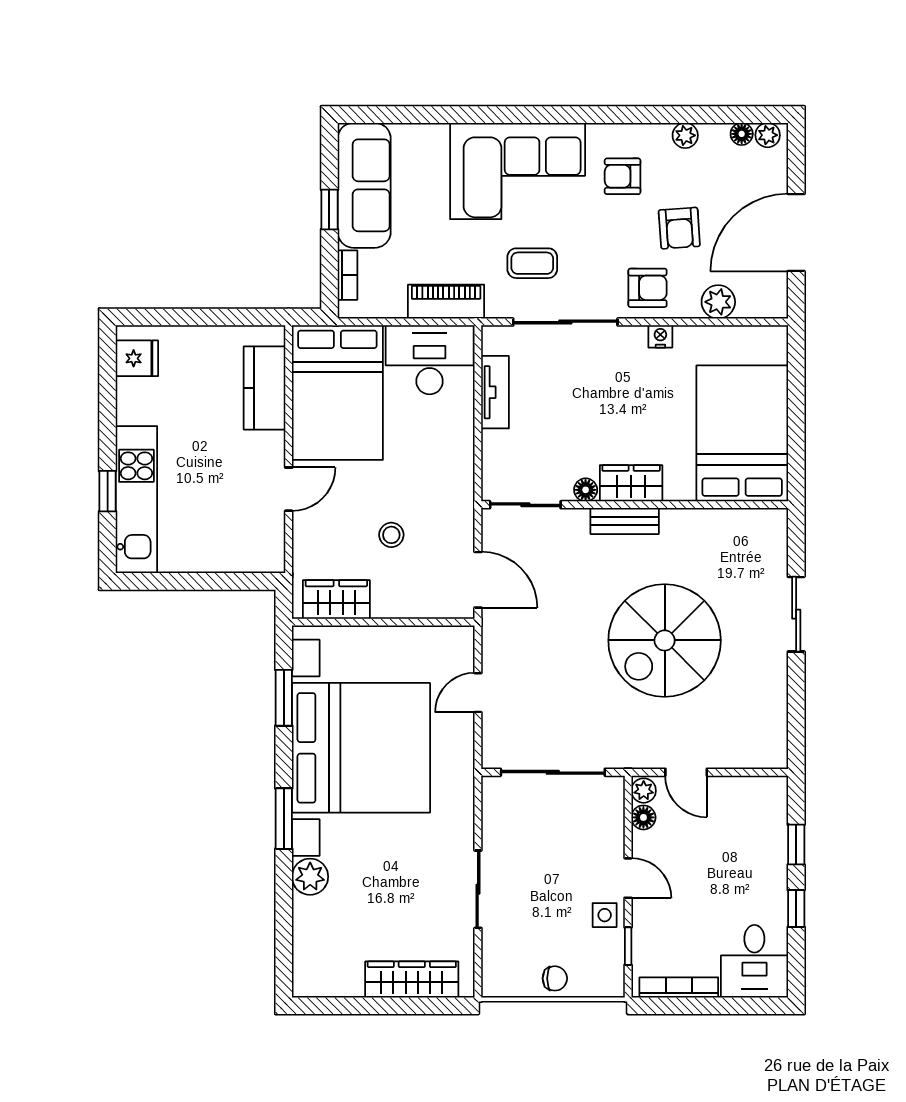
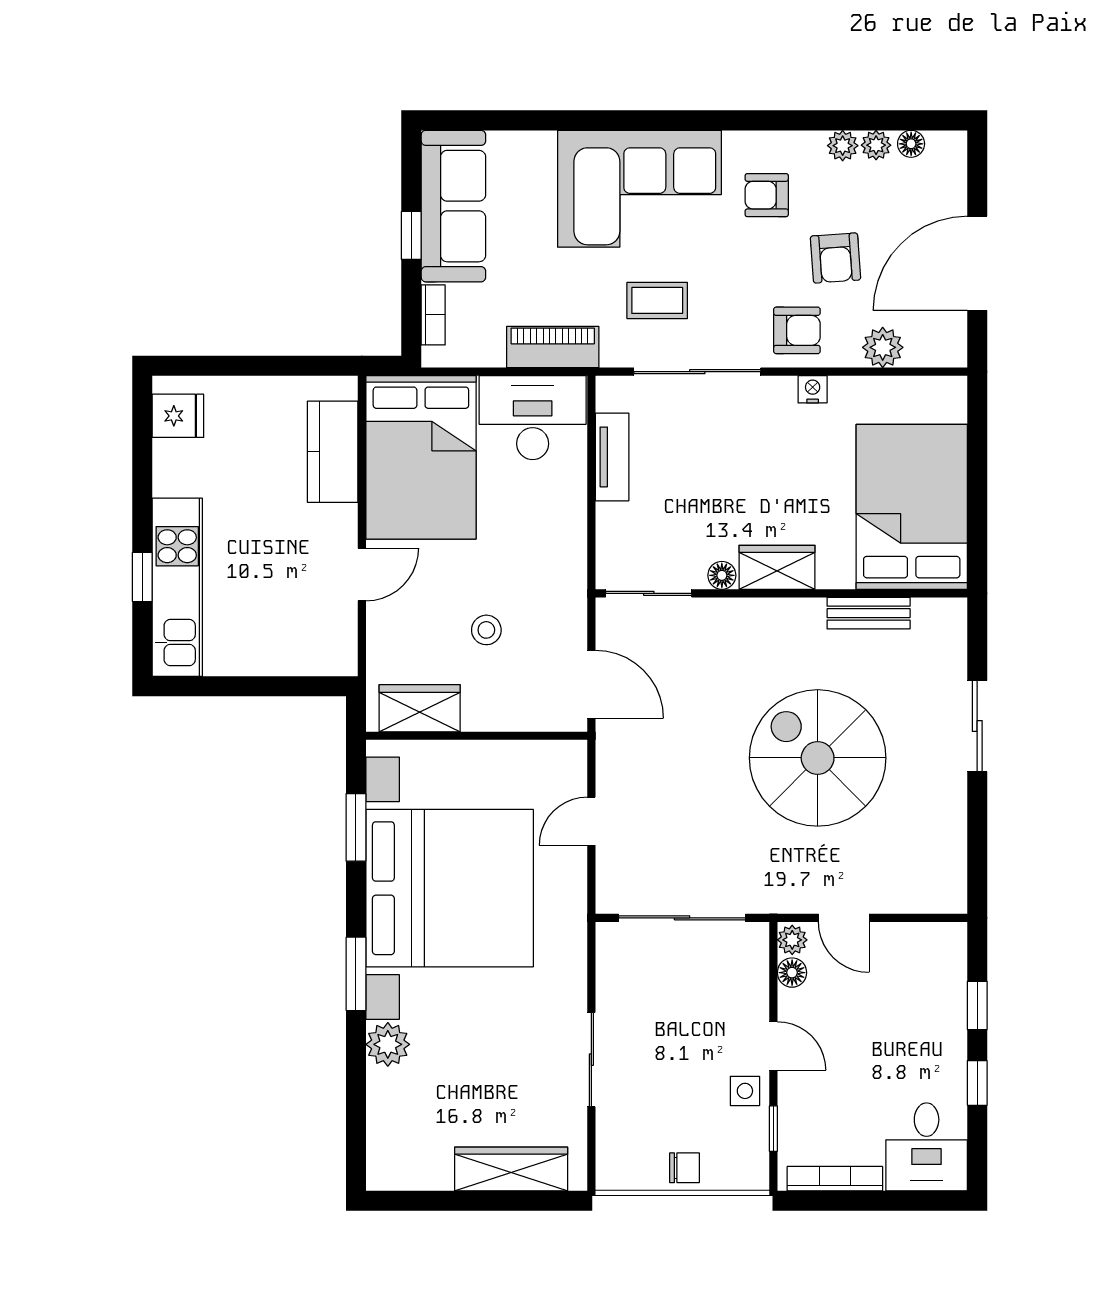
plant: (768, 135) -> (876, 145), moved
bench: (625, 521) -> (869, 613), moved
spiral stairs: (665, 640) -> (818, 758), turned 90

